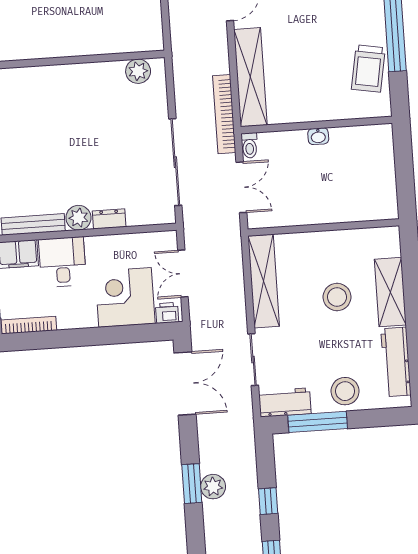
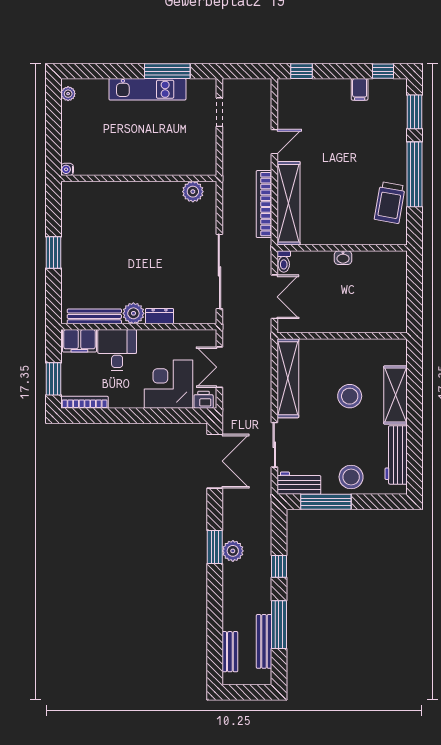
bookcase: (224, 114) -> (264, 204), moved

